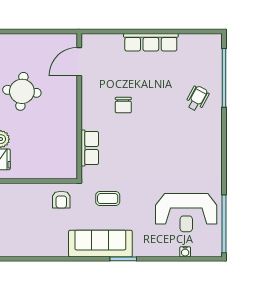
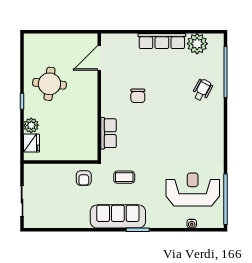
plant: (191, 45) -> (197, 44), added
reception desk: (186, 213) -> (193, 190), turned 180

